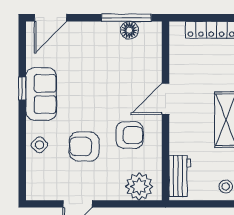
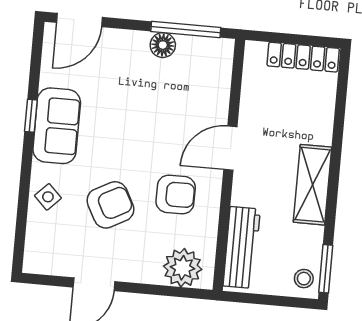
floor lamp: (129, 30) -> (163, 45), moved
armchair: (84, 147) -> (110, 205), turned 152
workbench: (180, 176) -> (242, 247), width x1.38

